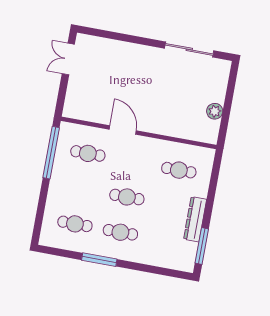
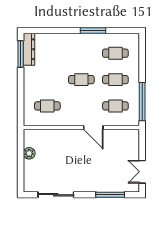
window: (117, 36) -> (110, 195), added
double door: (68, 59) -> (142, 172), swing flipped
dresser: (195, 219) -> (29, 49), moved
cafe table: (120, 232) -> (115, 80), moved

